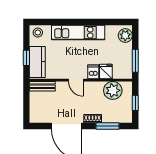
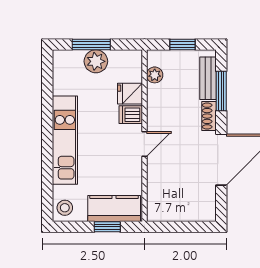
plant: (125, 35) -> (96, 61), moved
window: (135, 61) -> (91, 45), moved
bench: (42, 86) -> (208, 78), moved
plant: (113, 90) -> (155, 75), width x0.53, depth x0.53

